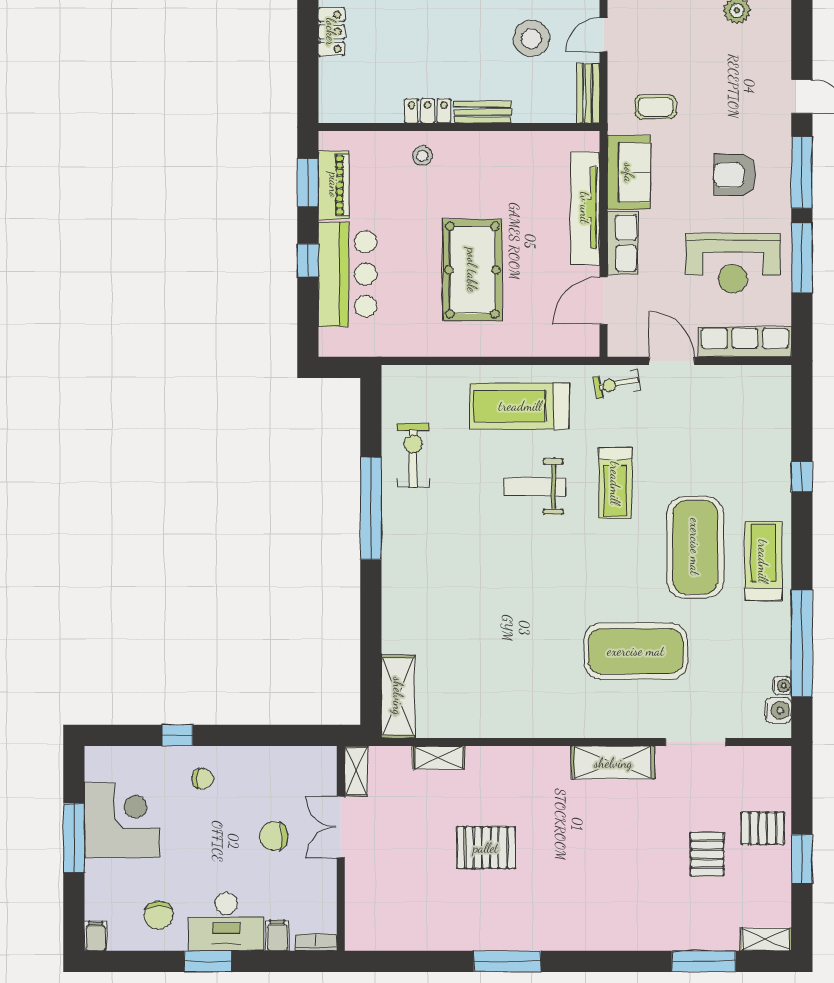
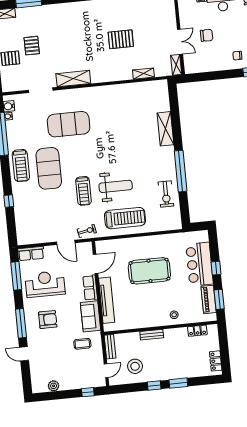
locker: (428, 111) -> (197, 331), moved
window: (802, 258) -> (16, 276), moved
pool table: (472, 270) -> (149, 271), turned 90
row of seats: (745, 342) -> (31, 254), width x0.68
treadmill: (615, 483) -> (83, 191), turned 180
weight bench: (535, 487) -> (116, 186), width x1.36, depth x1.33
shelving: (398, 696) -> (165, 129), moved

